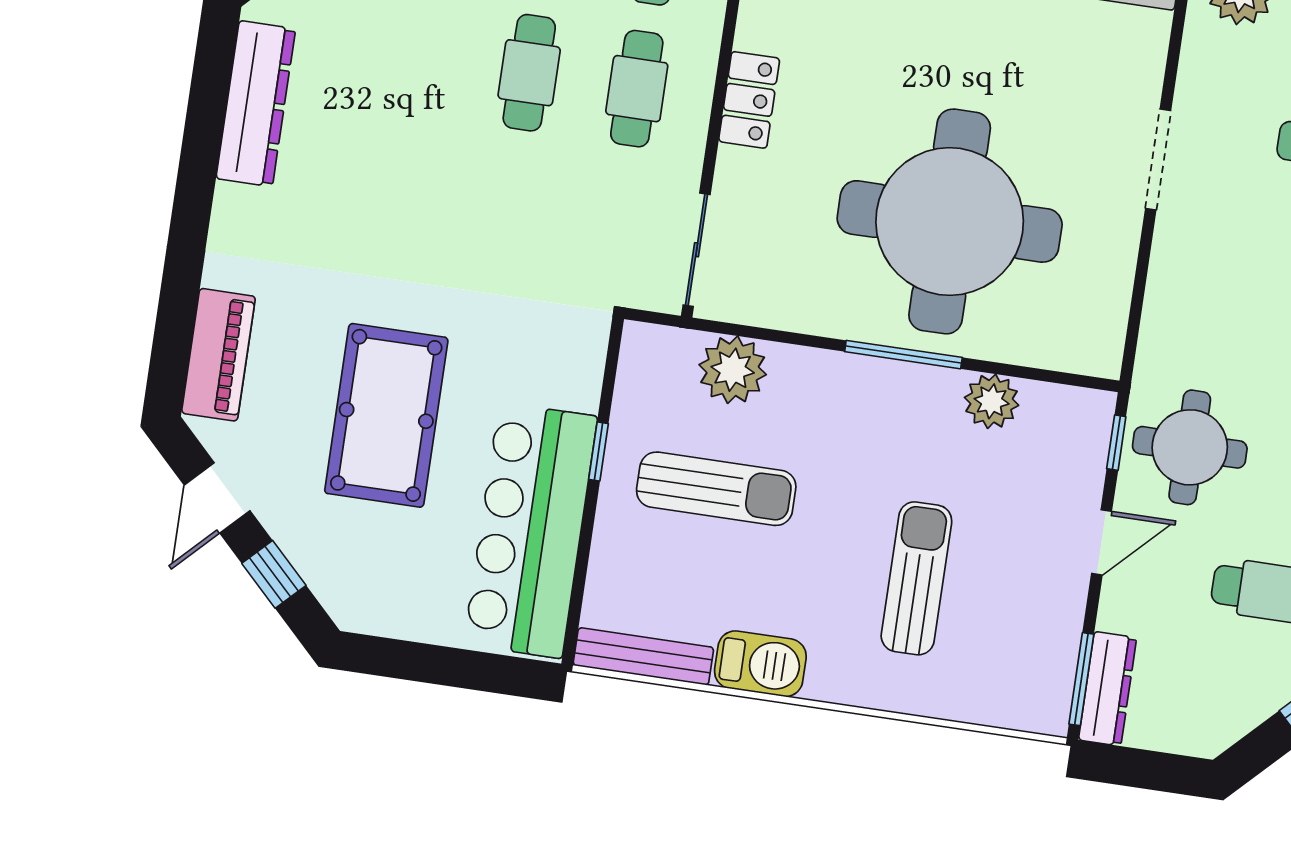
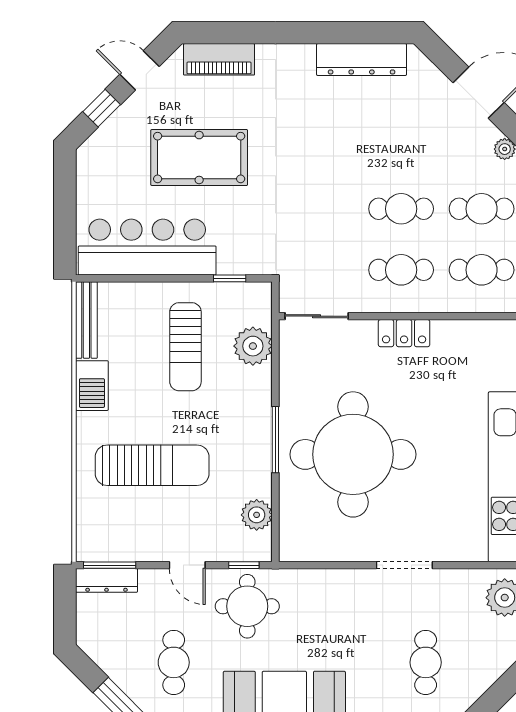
plant: (992, 401) -> (257, 515), moved
window: (599, 452) -> (230, 278), moved
sun lounger: (916, 578) -> (152, 465), width x1.36, depth x1.34

